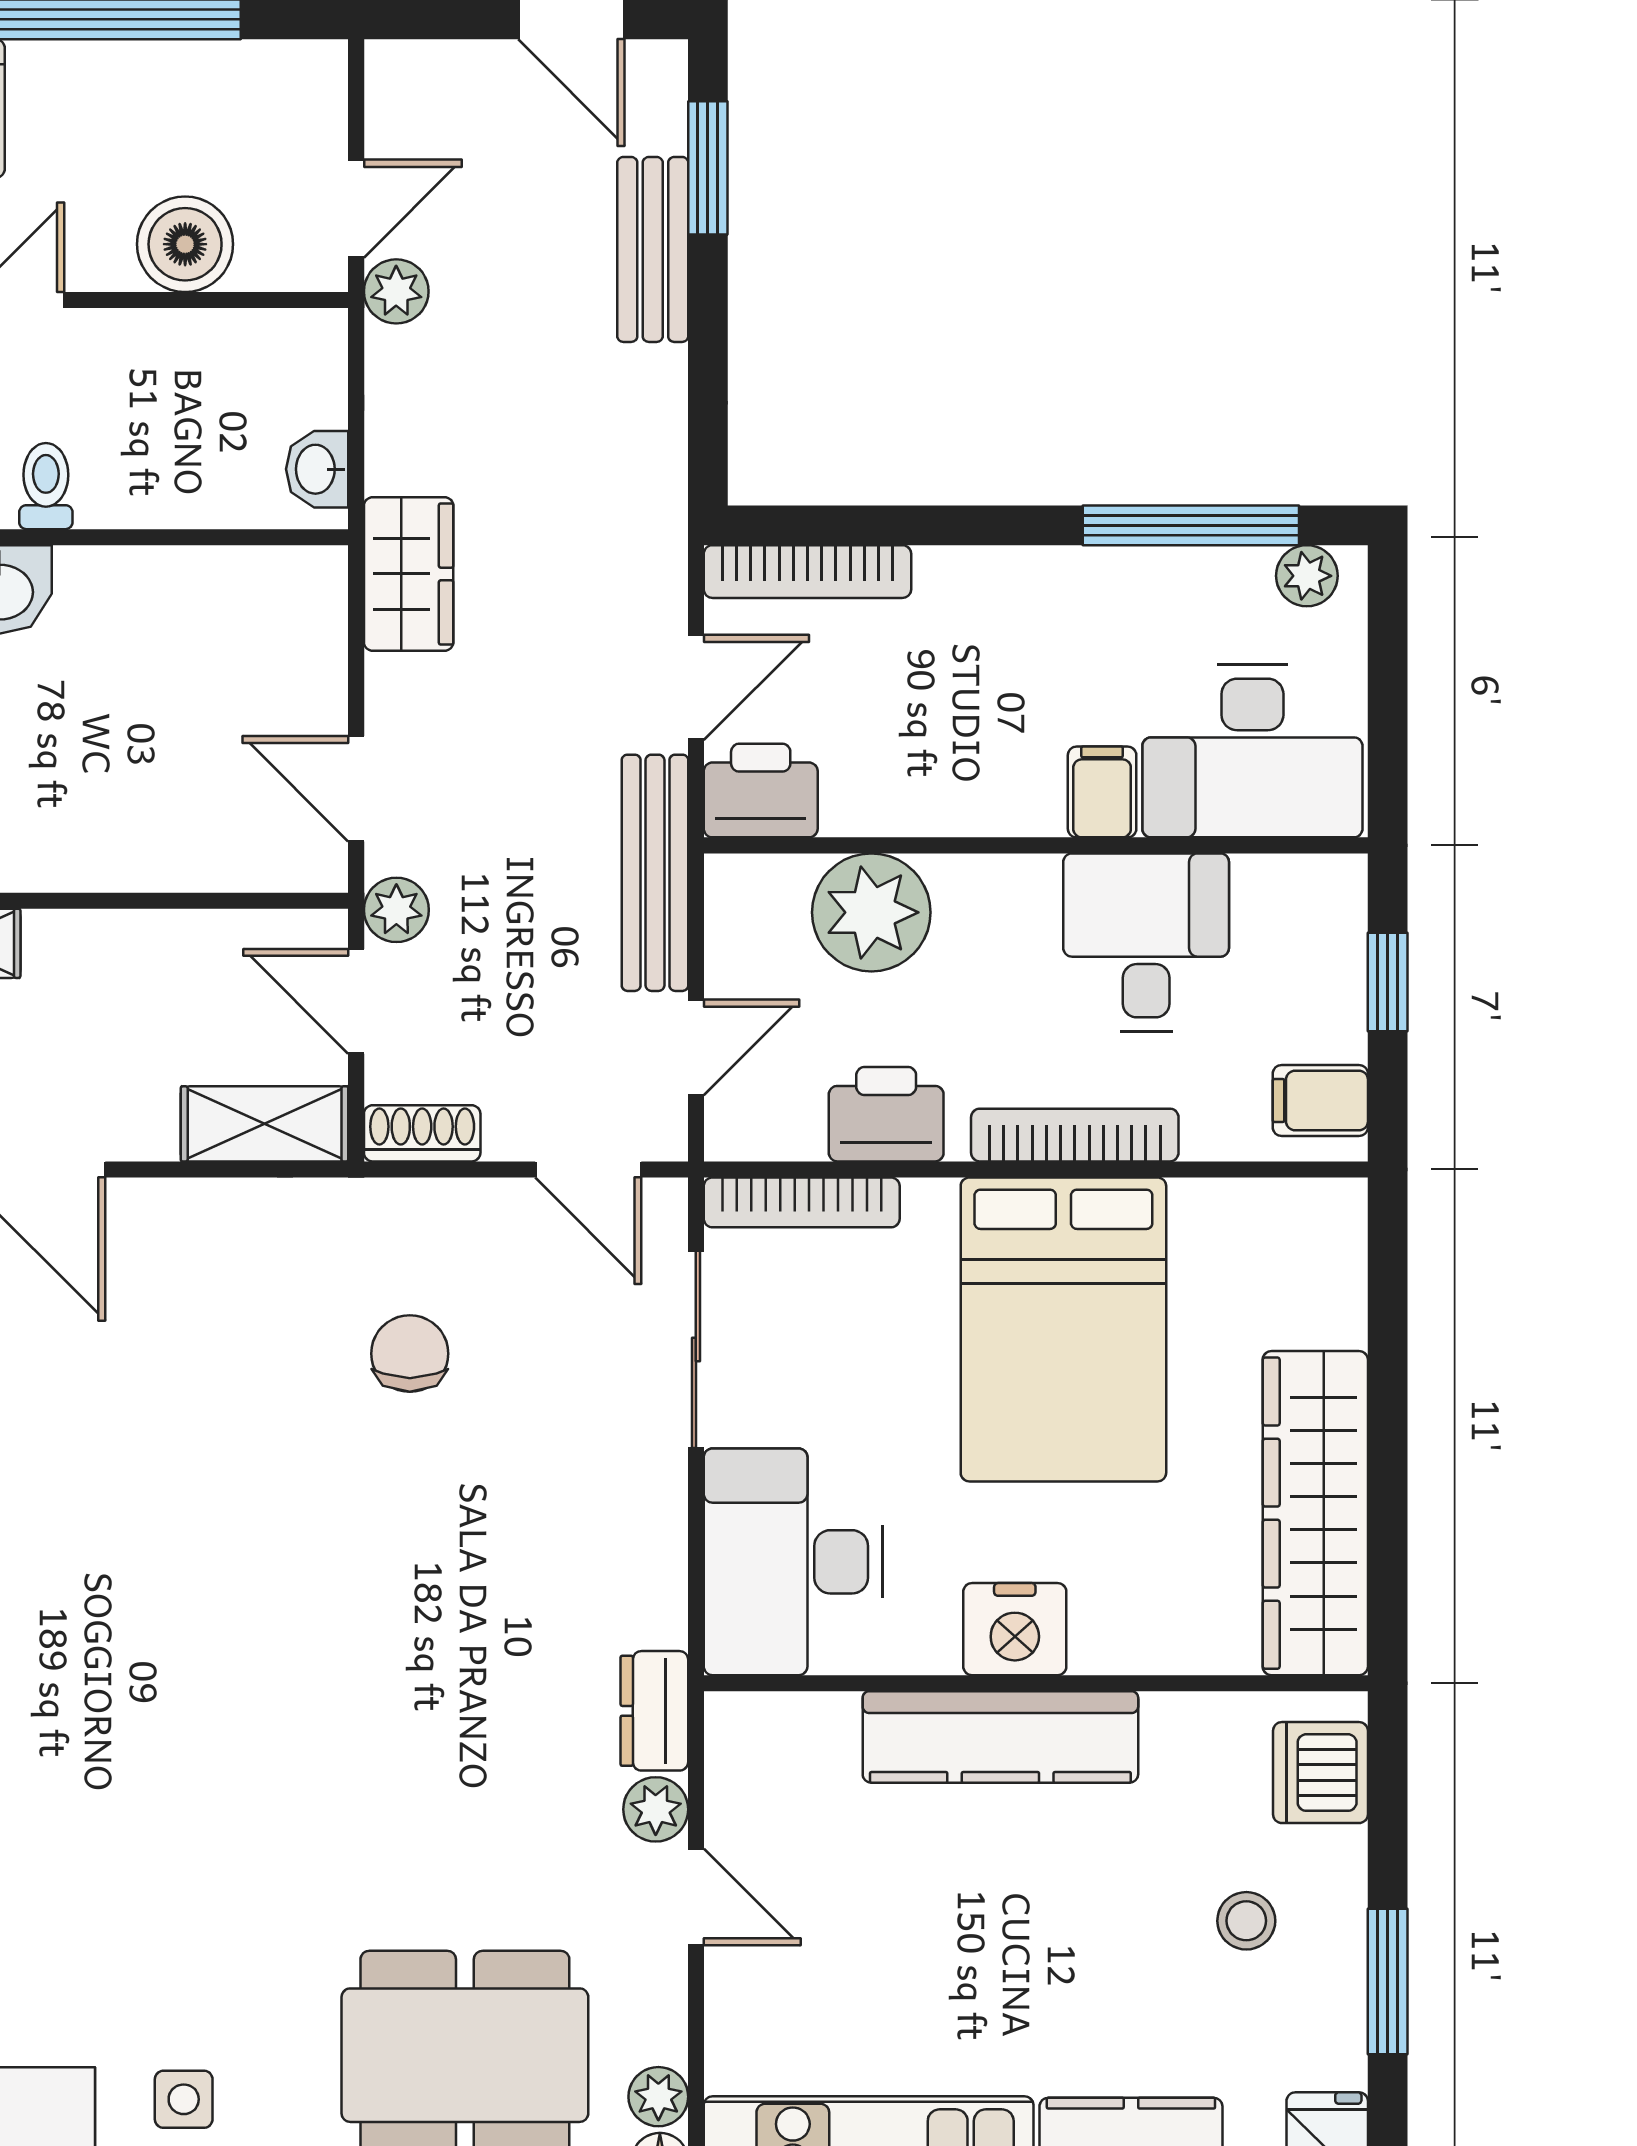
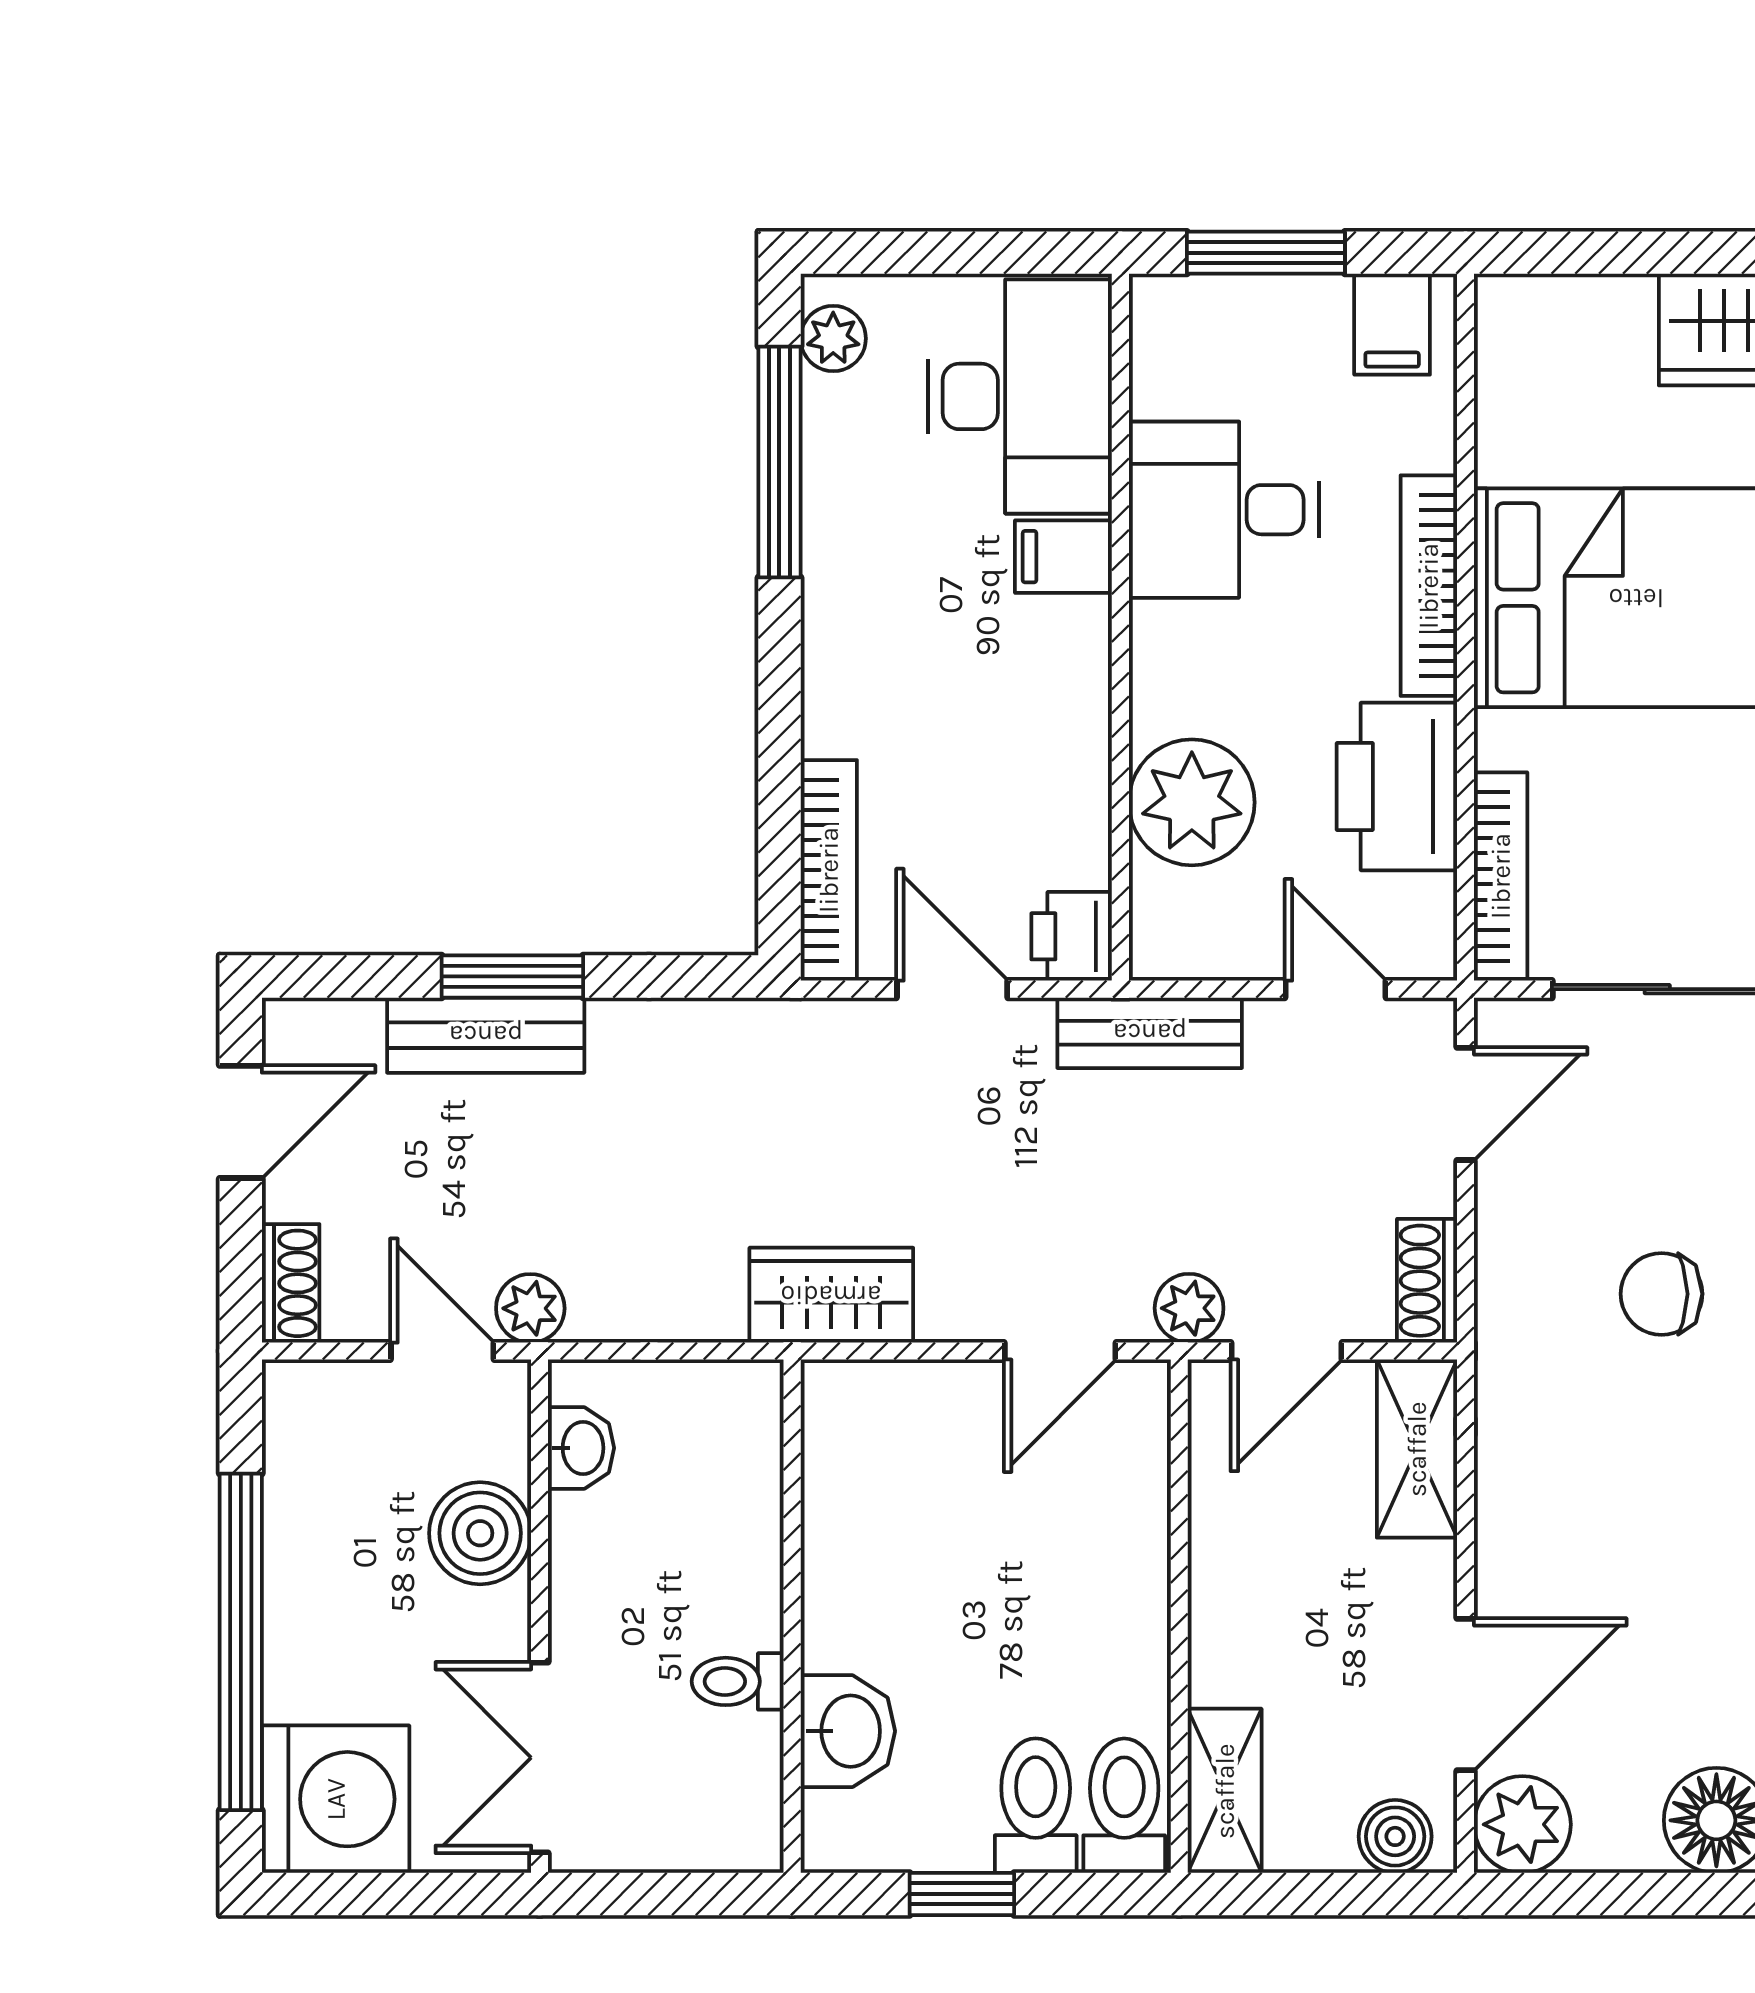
shoe rack: (420, 66) -> (291, 1283), added
window: (708, 168) -> (512, 976), moved
washbasin: (317, 469) -> (581, 1448), moved, turned -90
printer: (761, 791) -> (1072, 936), width x0.73, depth x0.81
bench: (655, 873) -> (1150, 1033), width x0.73
window: (1388, 982) -> (1266, 253), width x1.50
printer: (886, 1114) -> (1397, 787), width x1.37, depth x1.19

